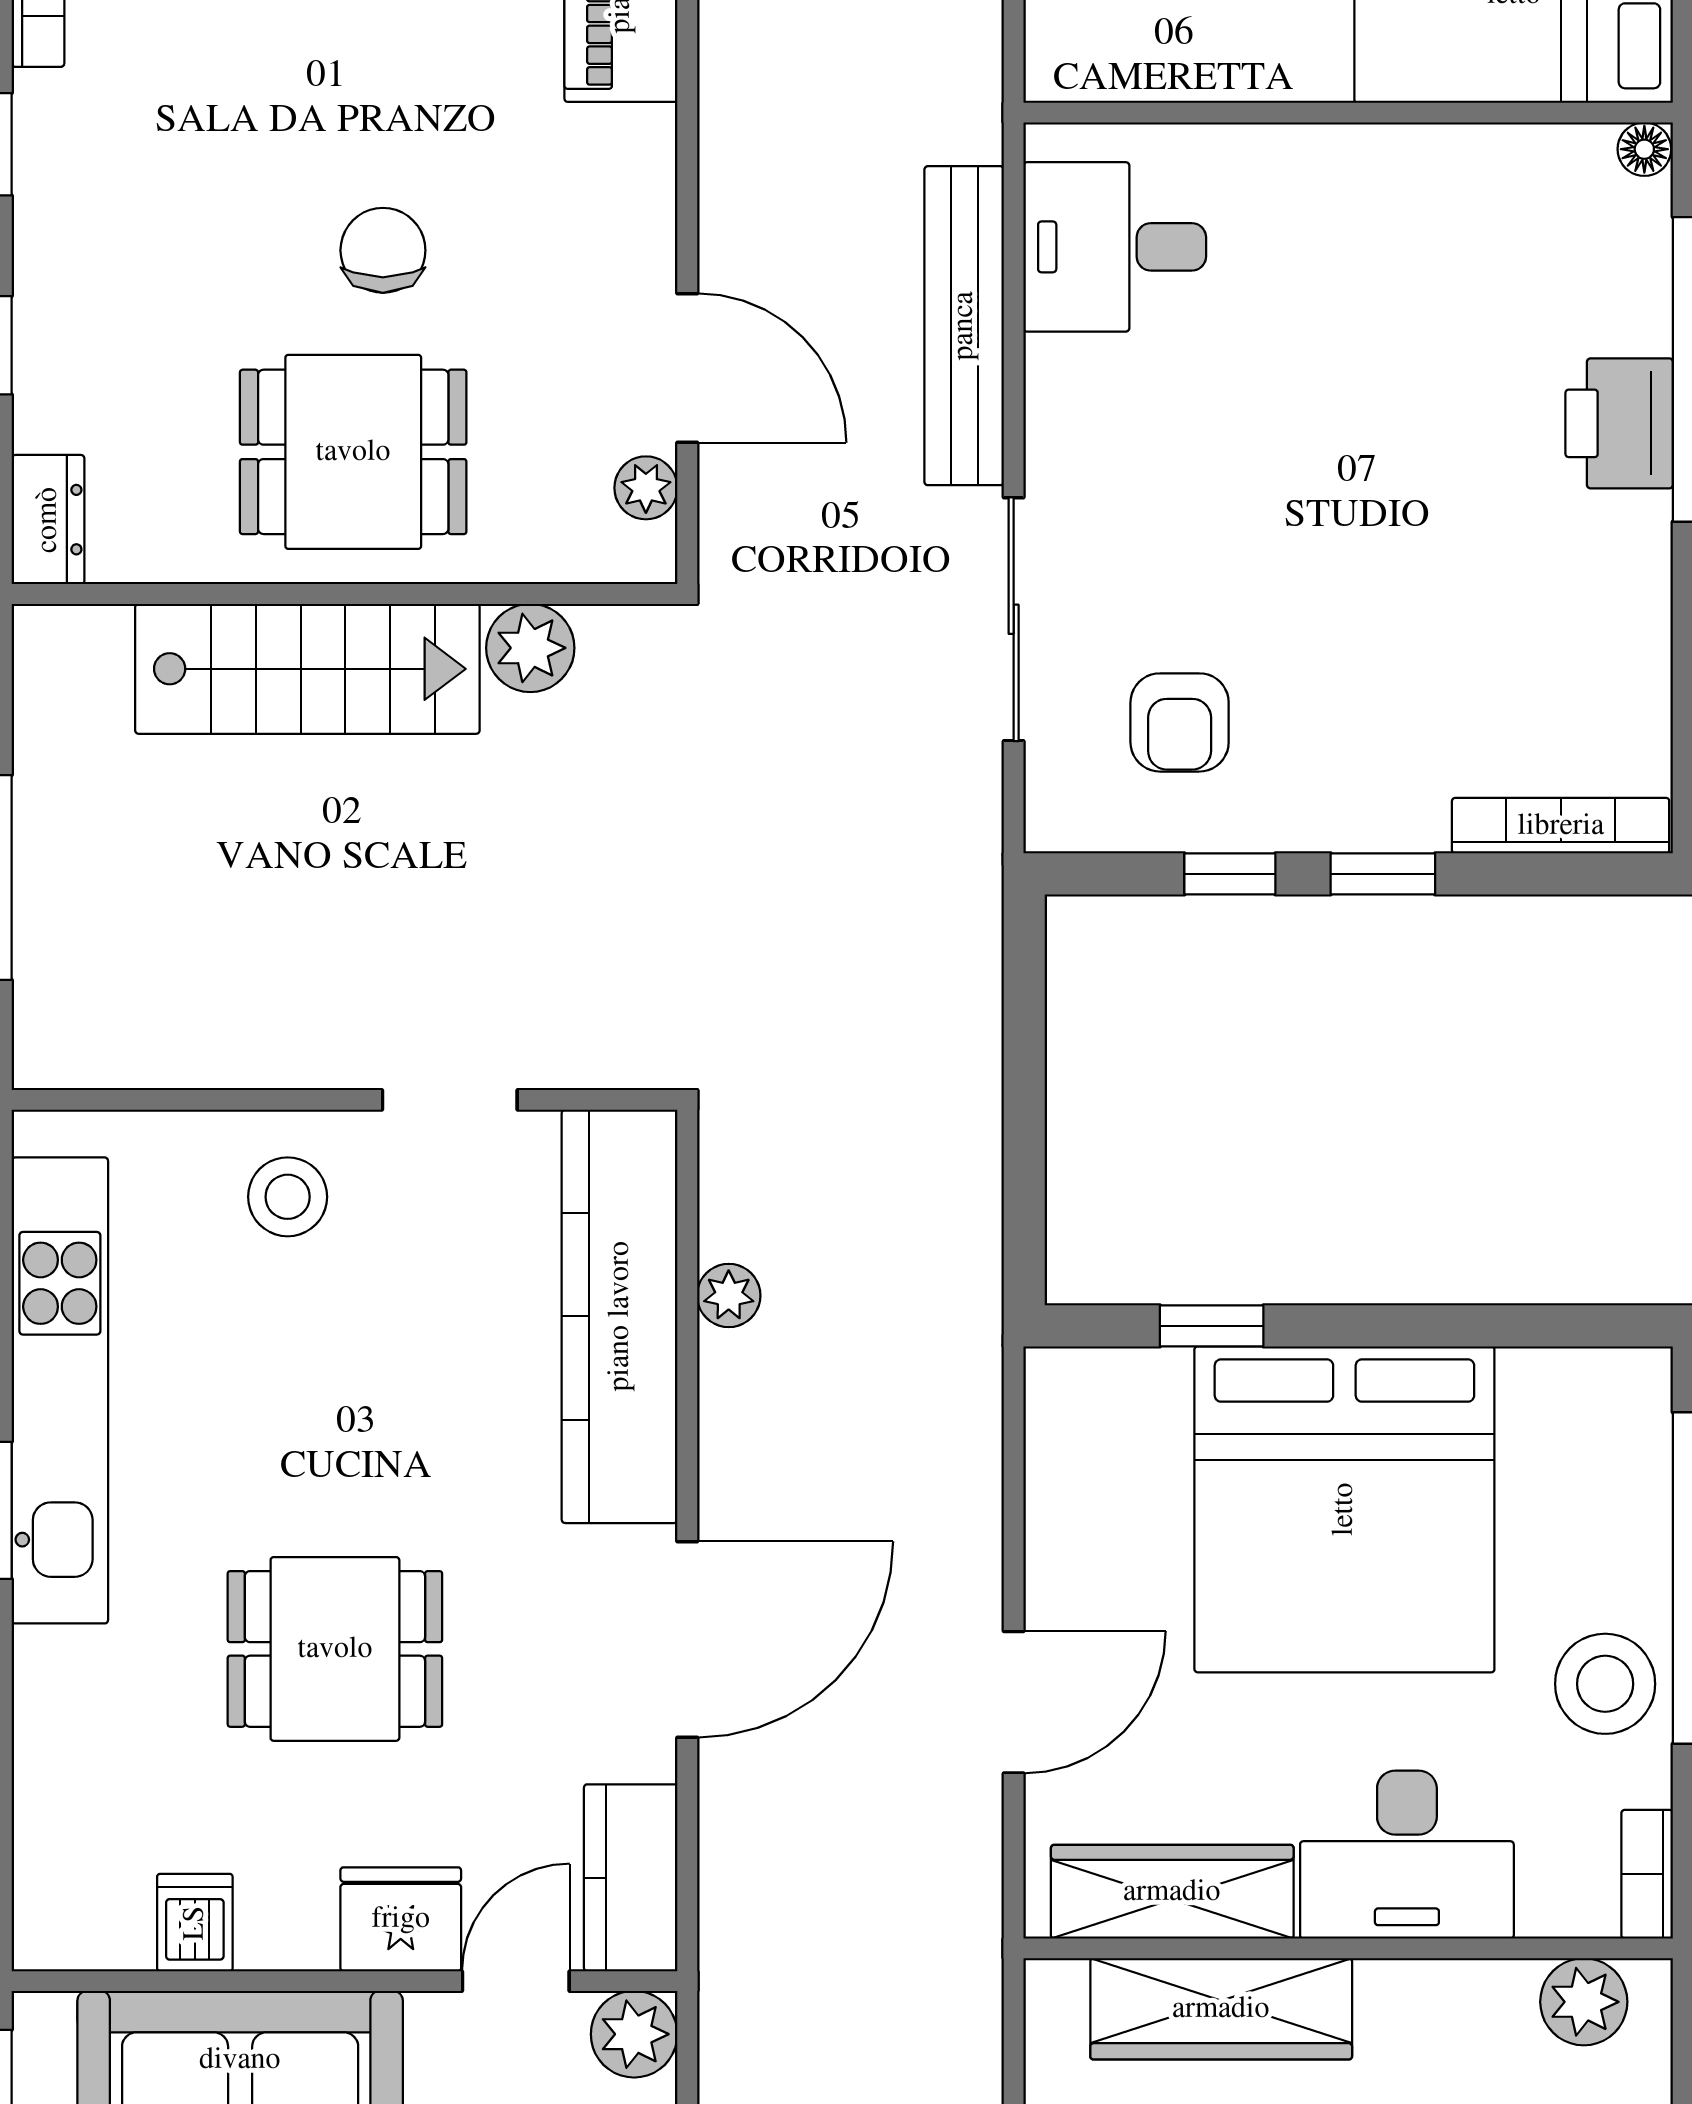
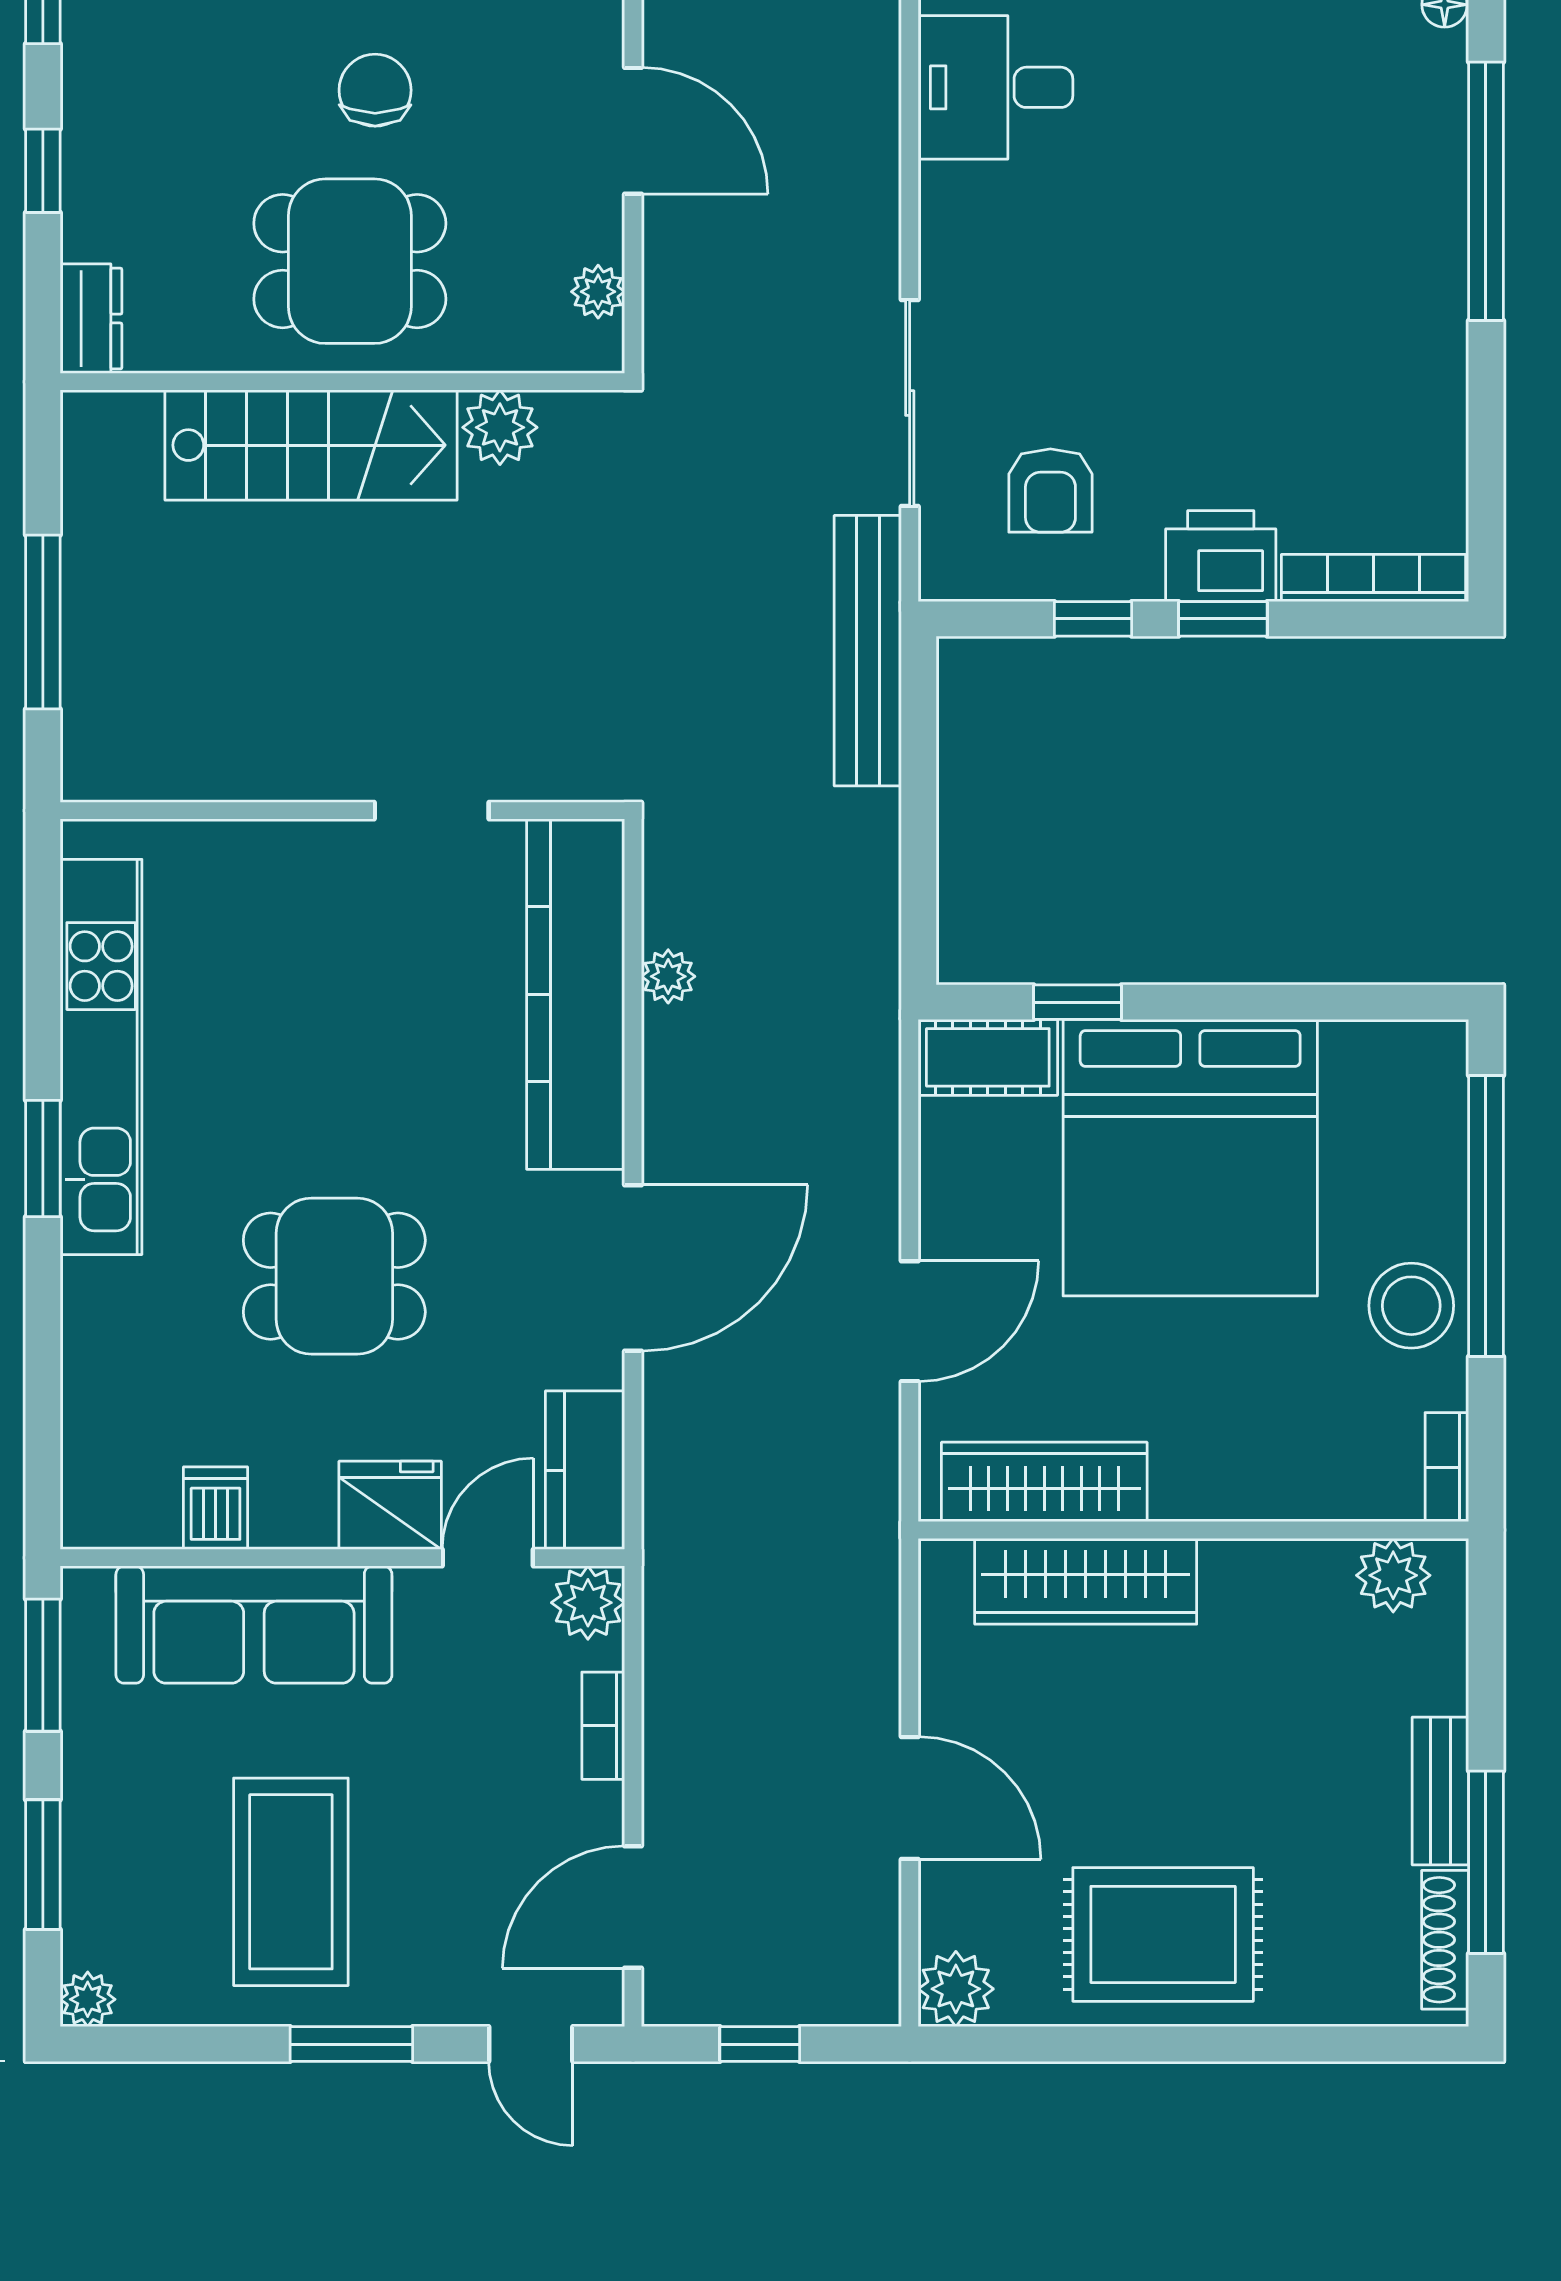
bench: (964, 326) -> (868, 651), moved
door: (687, 368) -> (633, 131), moved
printer: (1619, 423) -> (1221, 556), moved, turned 90
stool: (288, 1197) -> (294, 893), removed
cot: (1106, 1391) -> (988, 1057), added
desk: (1407, 1855) -> (1243, 1451), removed

